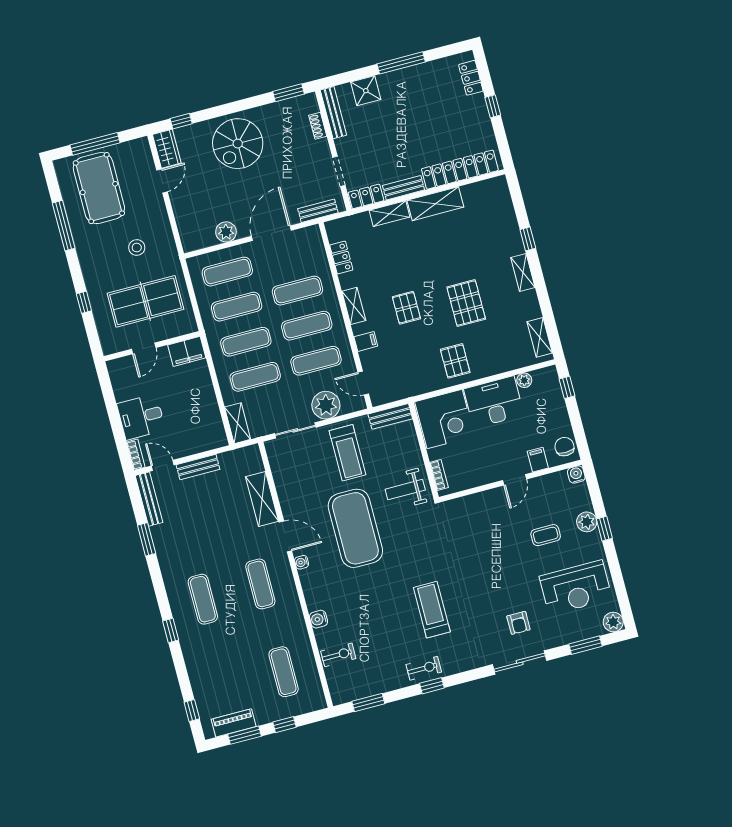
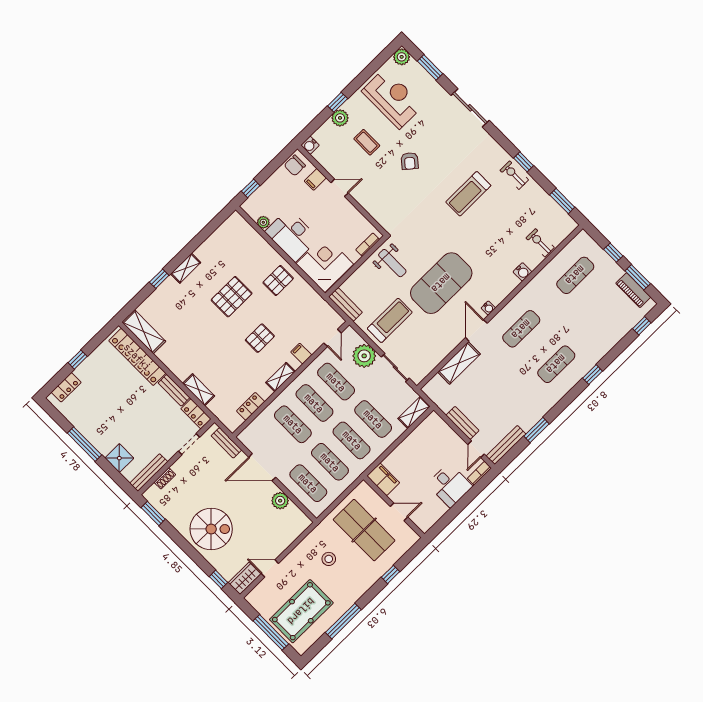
shelving: (435, 204) -> (144, 332), moved
shelving: (540, 337) -> (226, 229), removed
armchair: (518, 623) -> (410, 161), moved, turned 130

